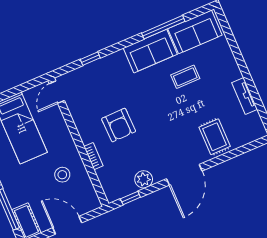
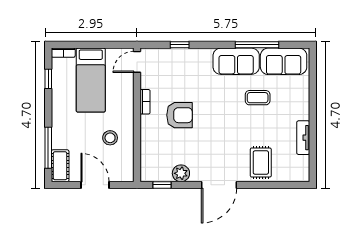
armchair: (119, 125) -> (180, 115), turned -89
bookcase: (93, 156) -> (145, 102), moved

